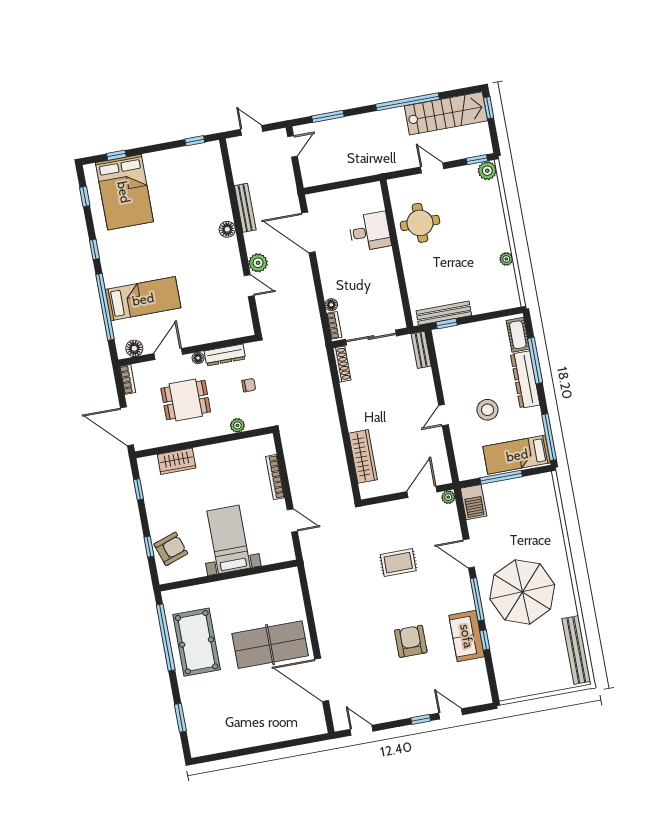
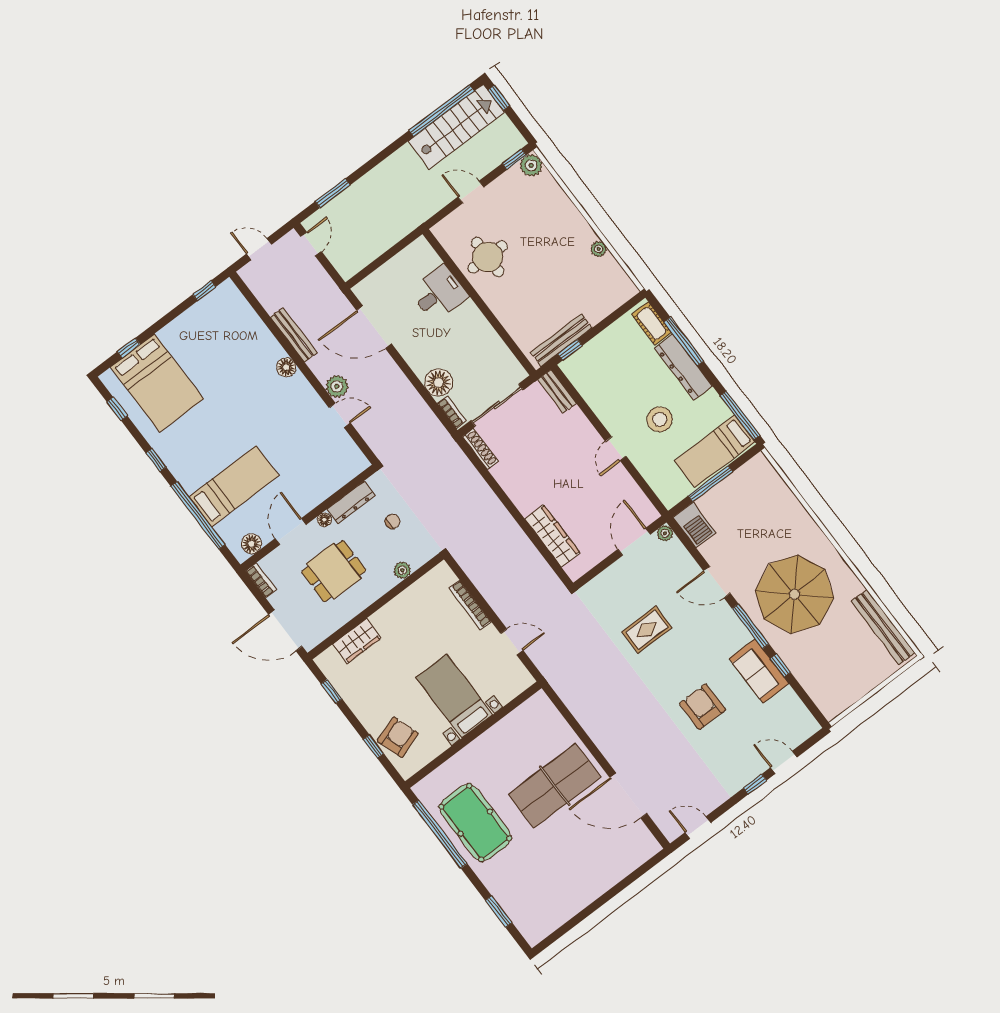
window: (408, 102) -> (441, 111), moved
floor lamp: (331, 305) -> (439, 383), width x1.89, depth x1.89

